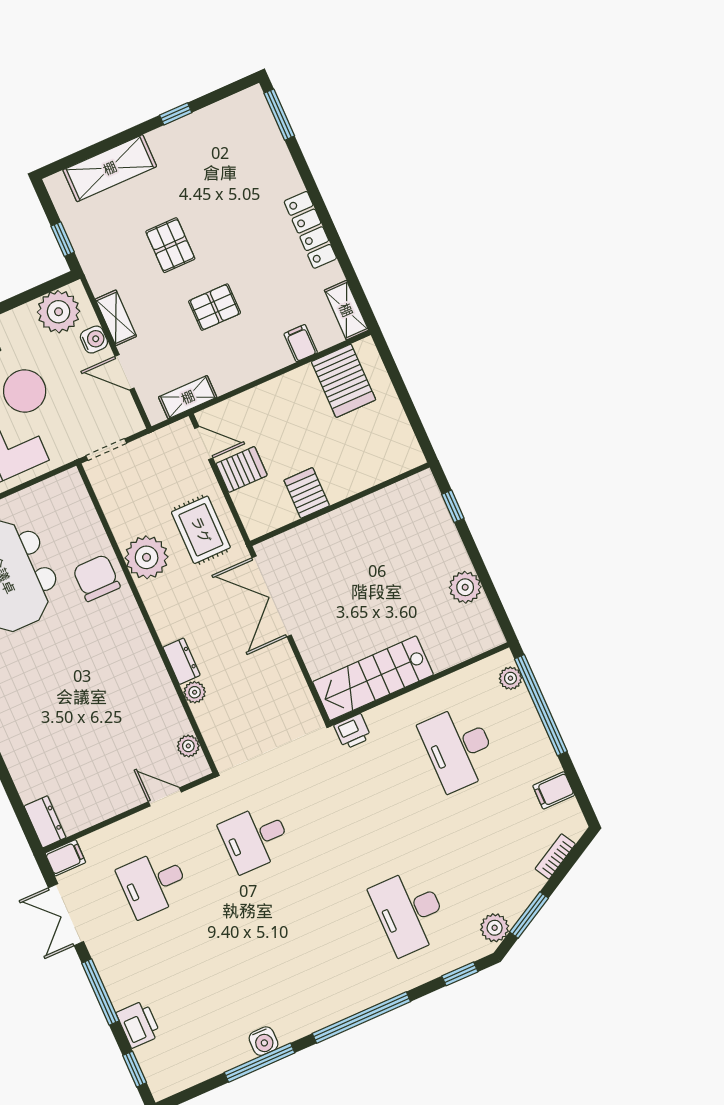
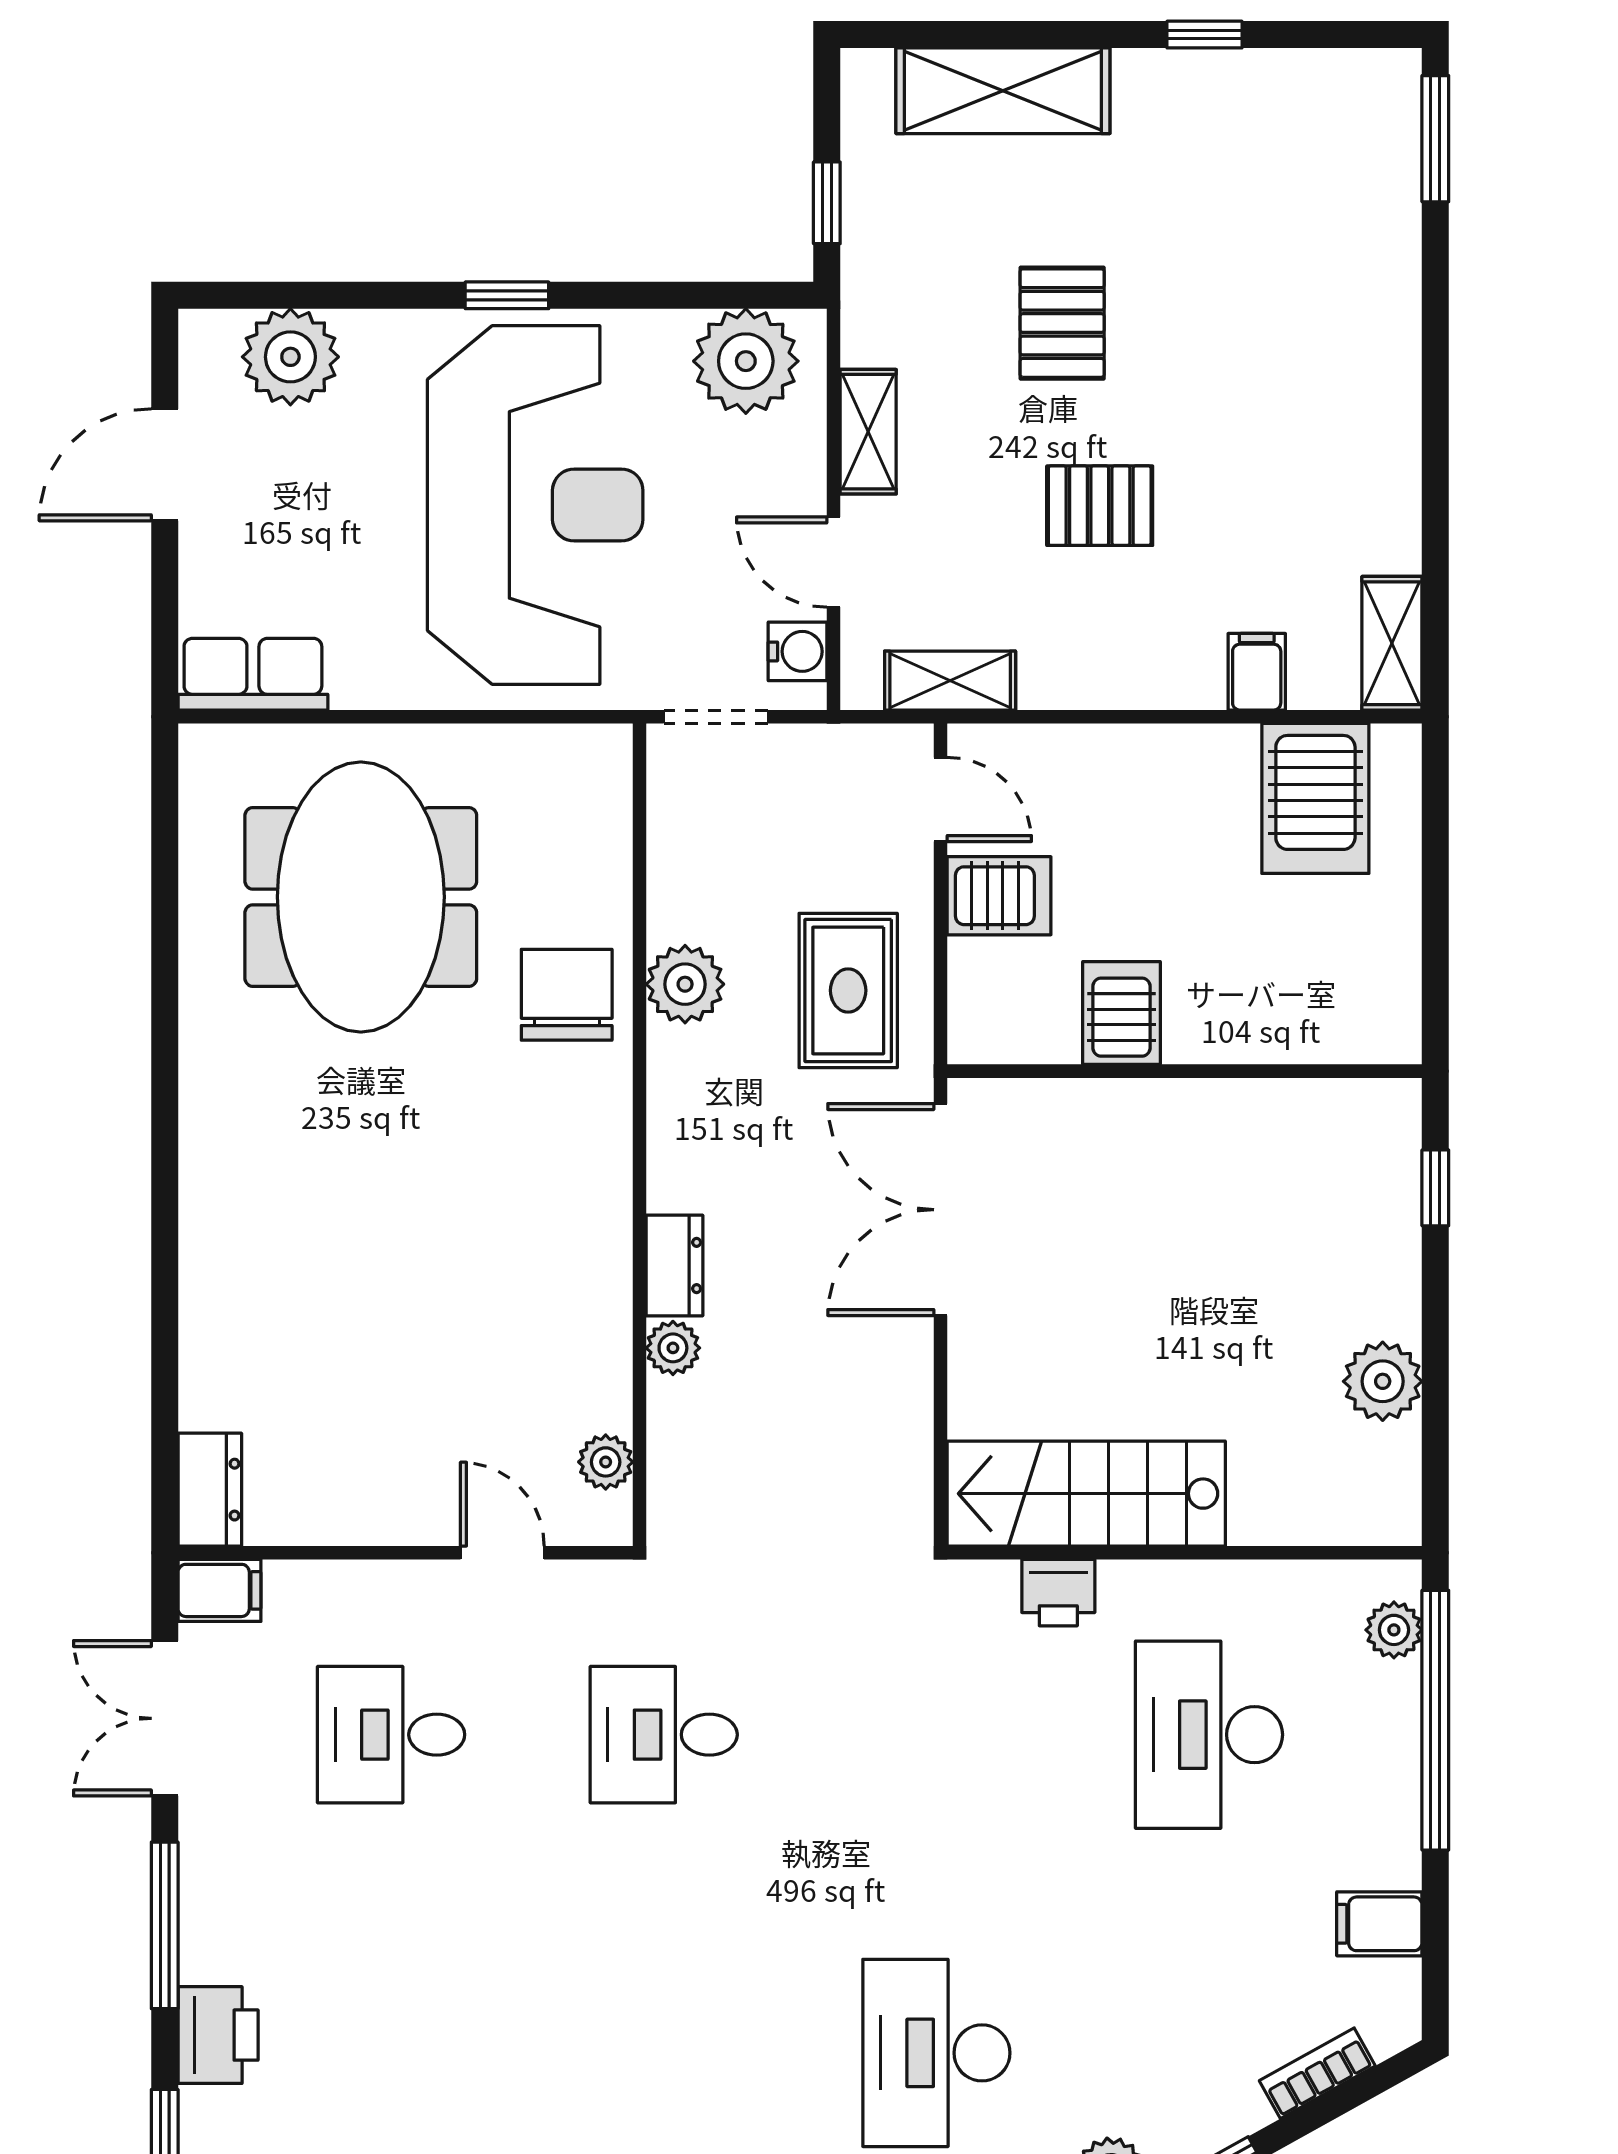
locker: (310, 230) -> (1391, 428), removed
water cooler: (94, 340) -> (797, 651), moved
plant: (147, 557) -> (685, 984), width x0.73, depth x0.73
printer: (353, 732) -> (1058, 1593), moved

